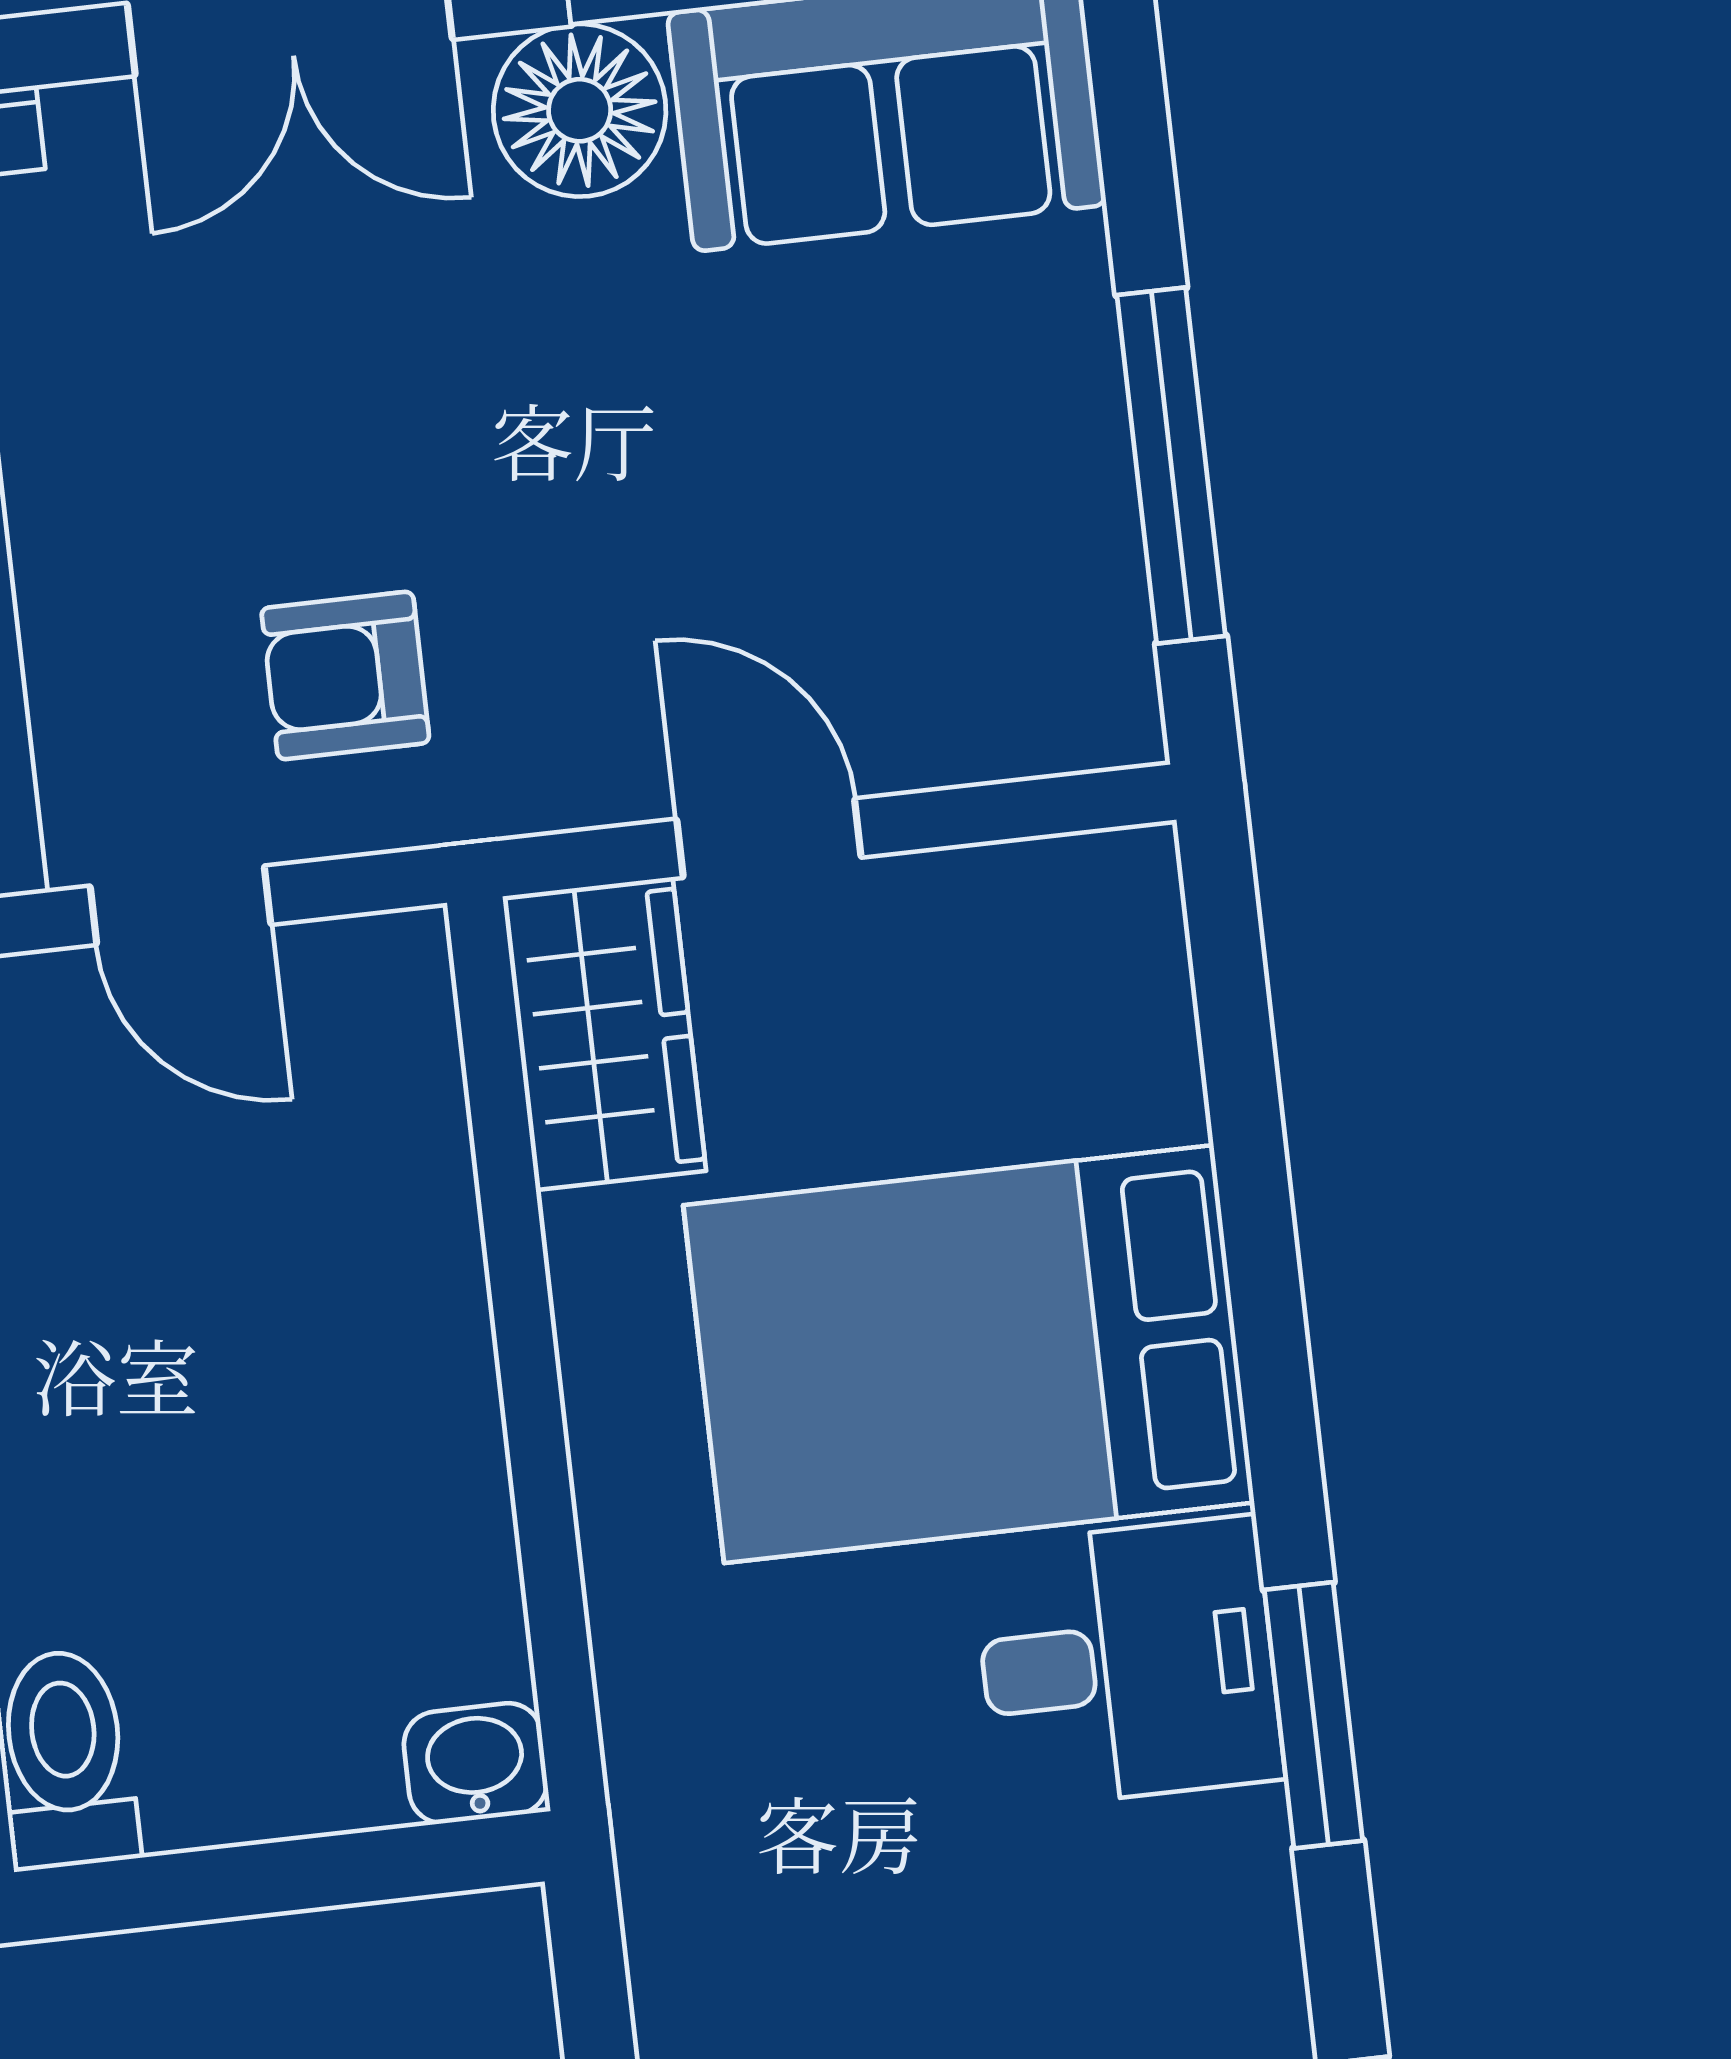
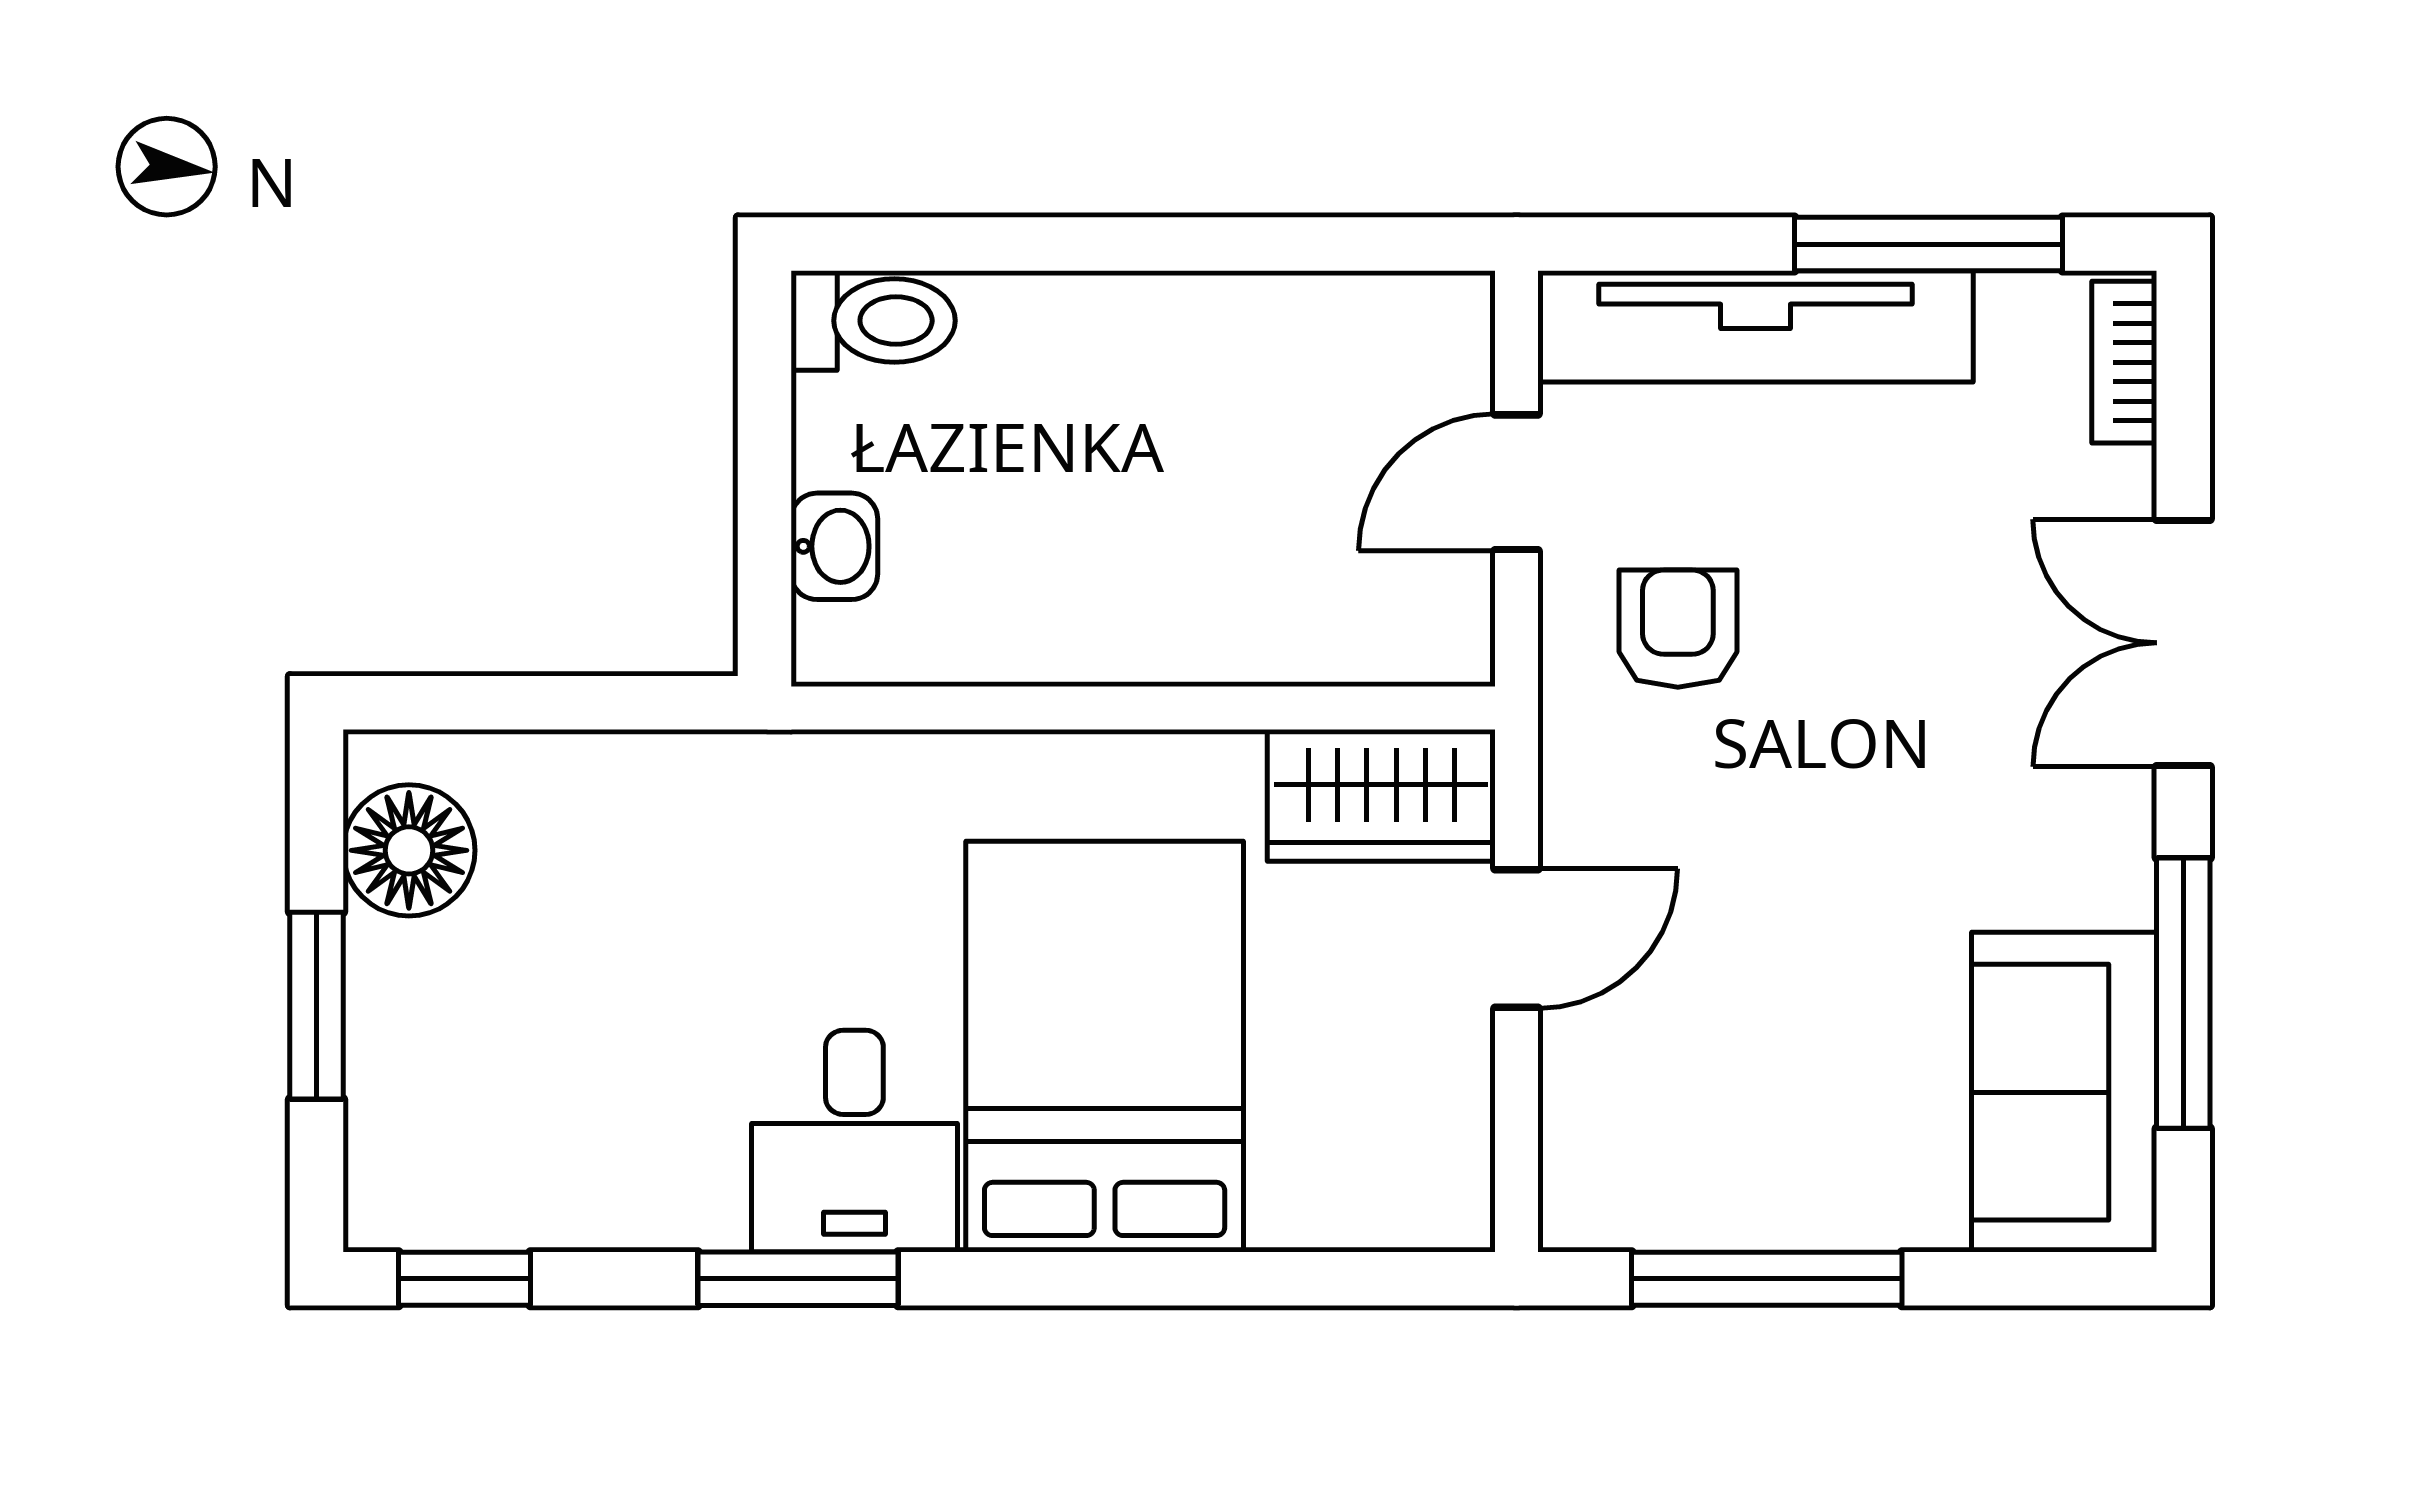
floor lamp: (580, 110) -> (2090, 857), removed
washbasin: (475, 1763) -> (834, 546), moved

